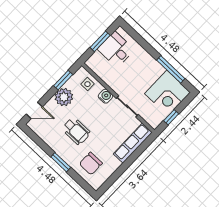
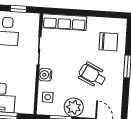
wheelchair: (76, 131) -> (92, 75), turned -64

